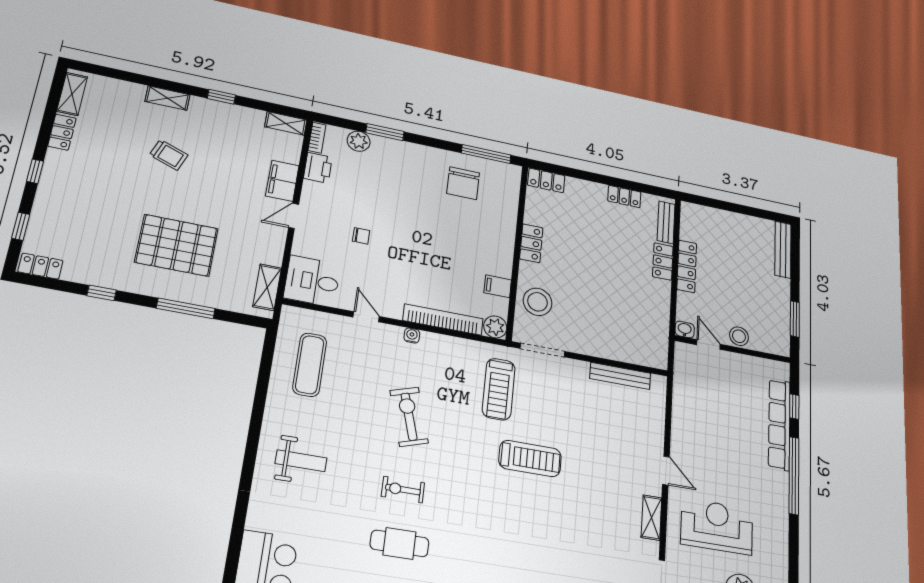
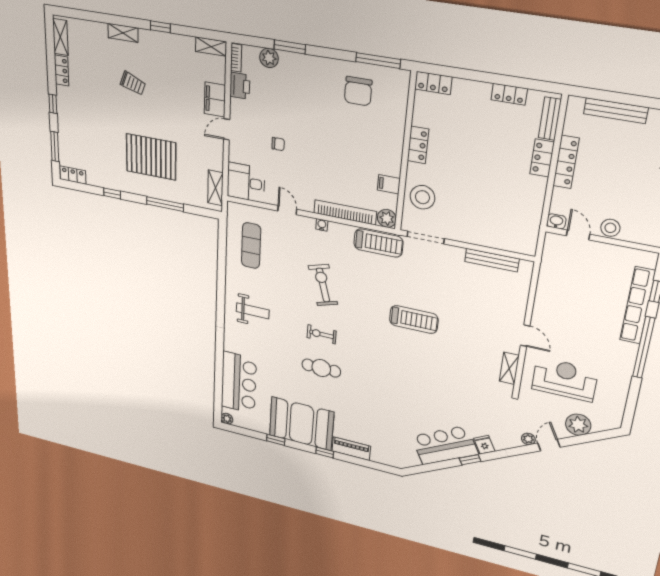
bench: (726, 218) -> (616, 111), added
window: (21, 226) -> (55, 146), width x1.50
treadmill: (499, 389) -> (378, 243), moved, turned -90

